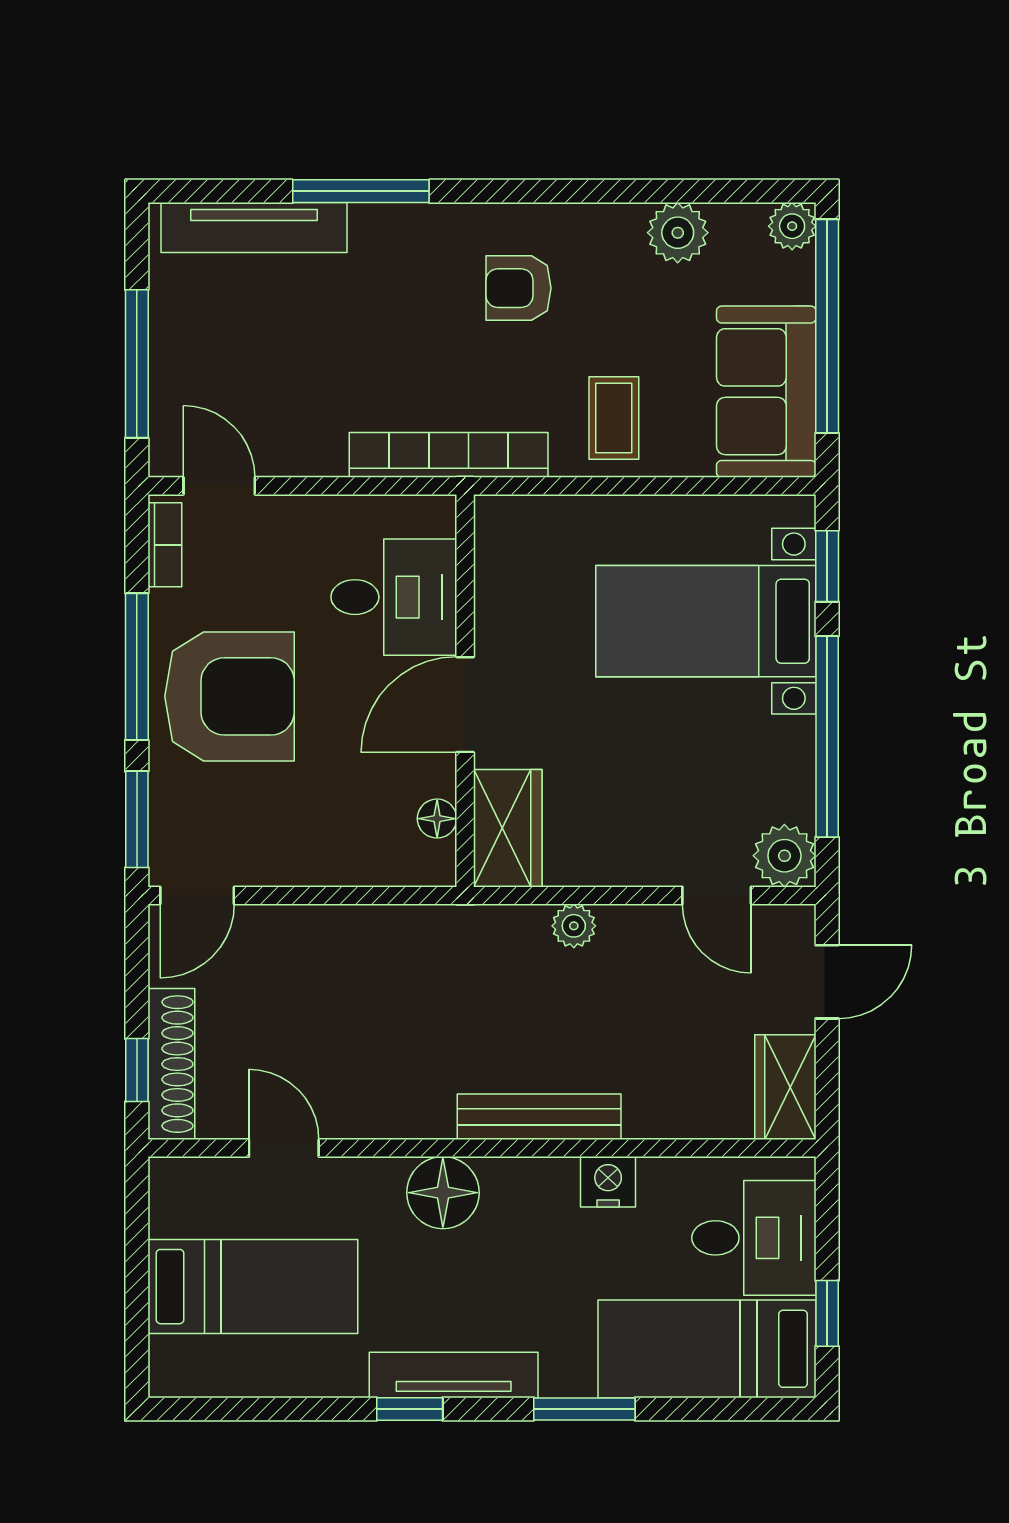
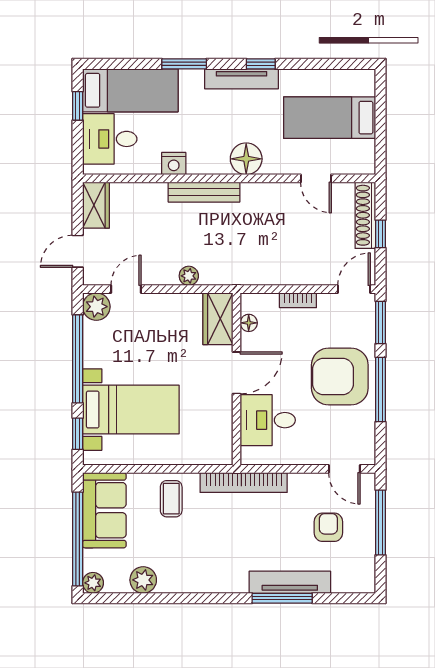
tv unit: (254, 228) -> (290, 582), moved
armchair: (519, 288) -> (328, 527), moved, turned -90
bookcase: (165, 545) -> (298, 300), moved, turned -90
door: (717, 896) -> (126, 289), hinge flipped
window: (137, 1070) -> (380, 234), moved

